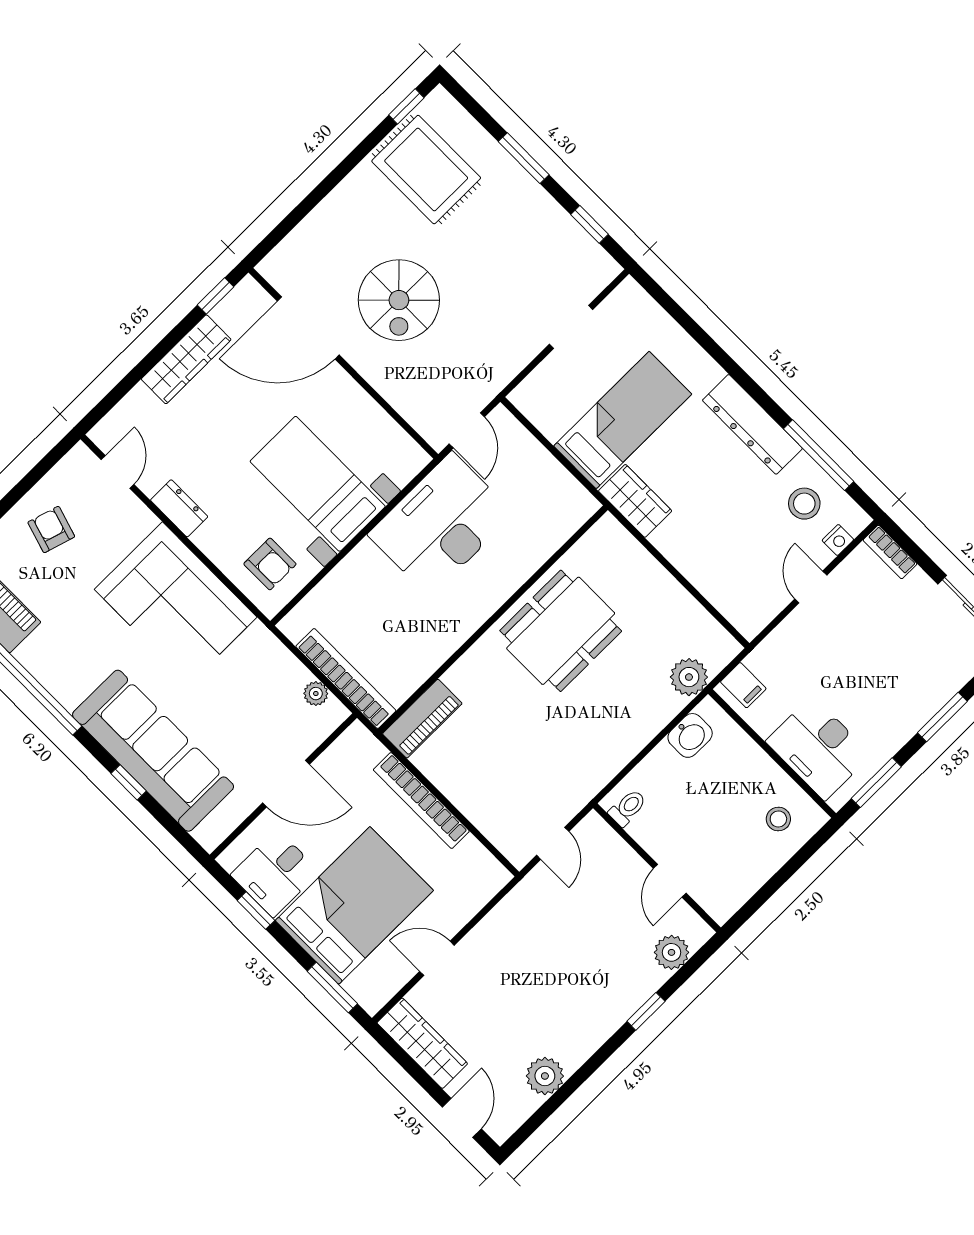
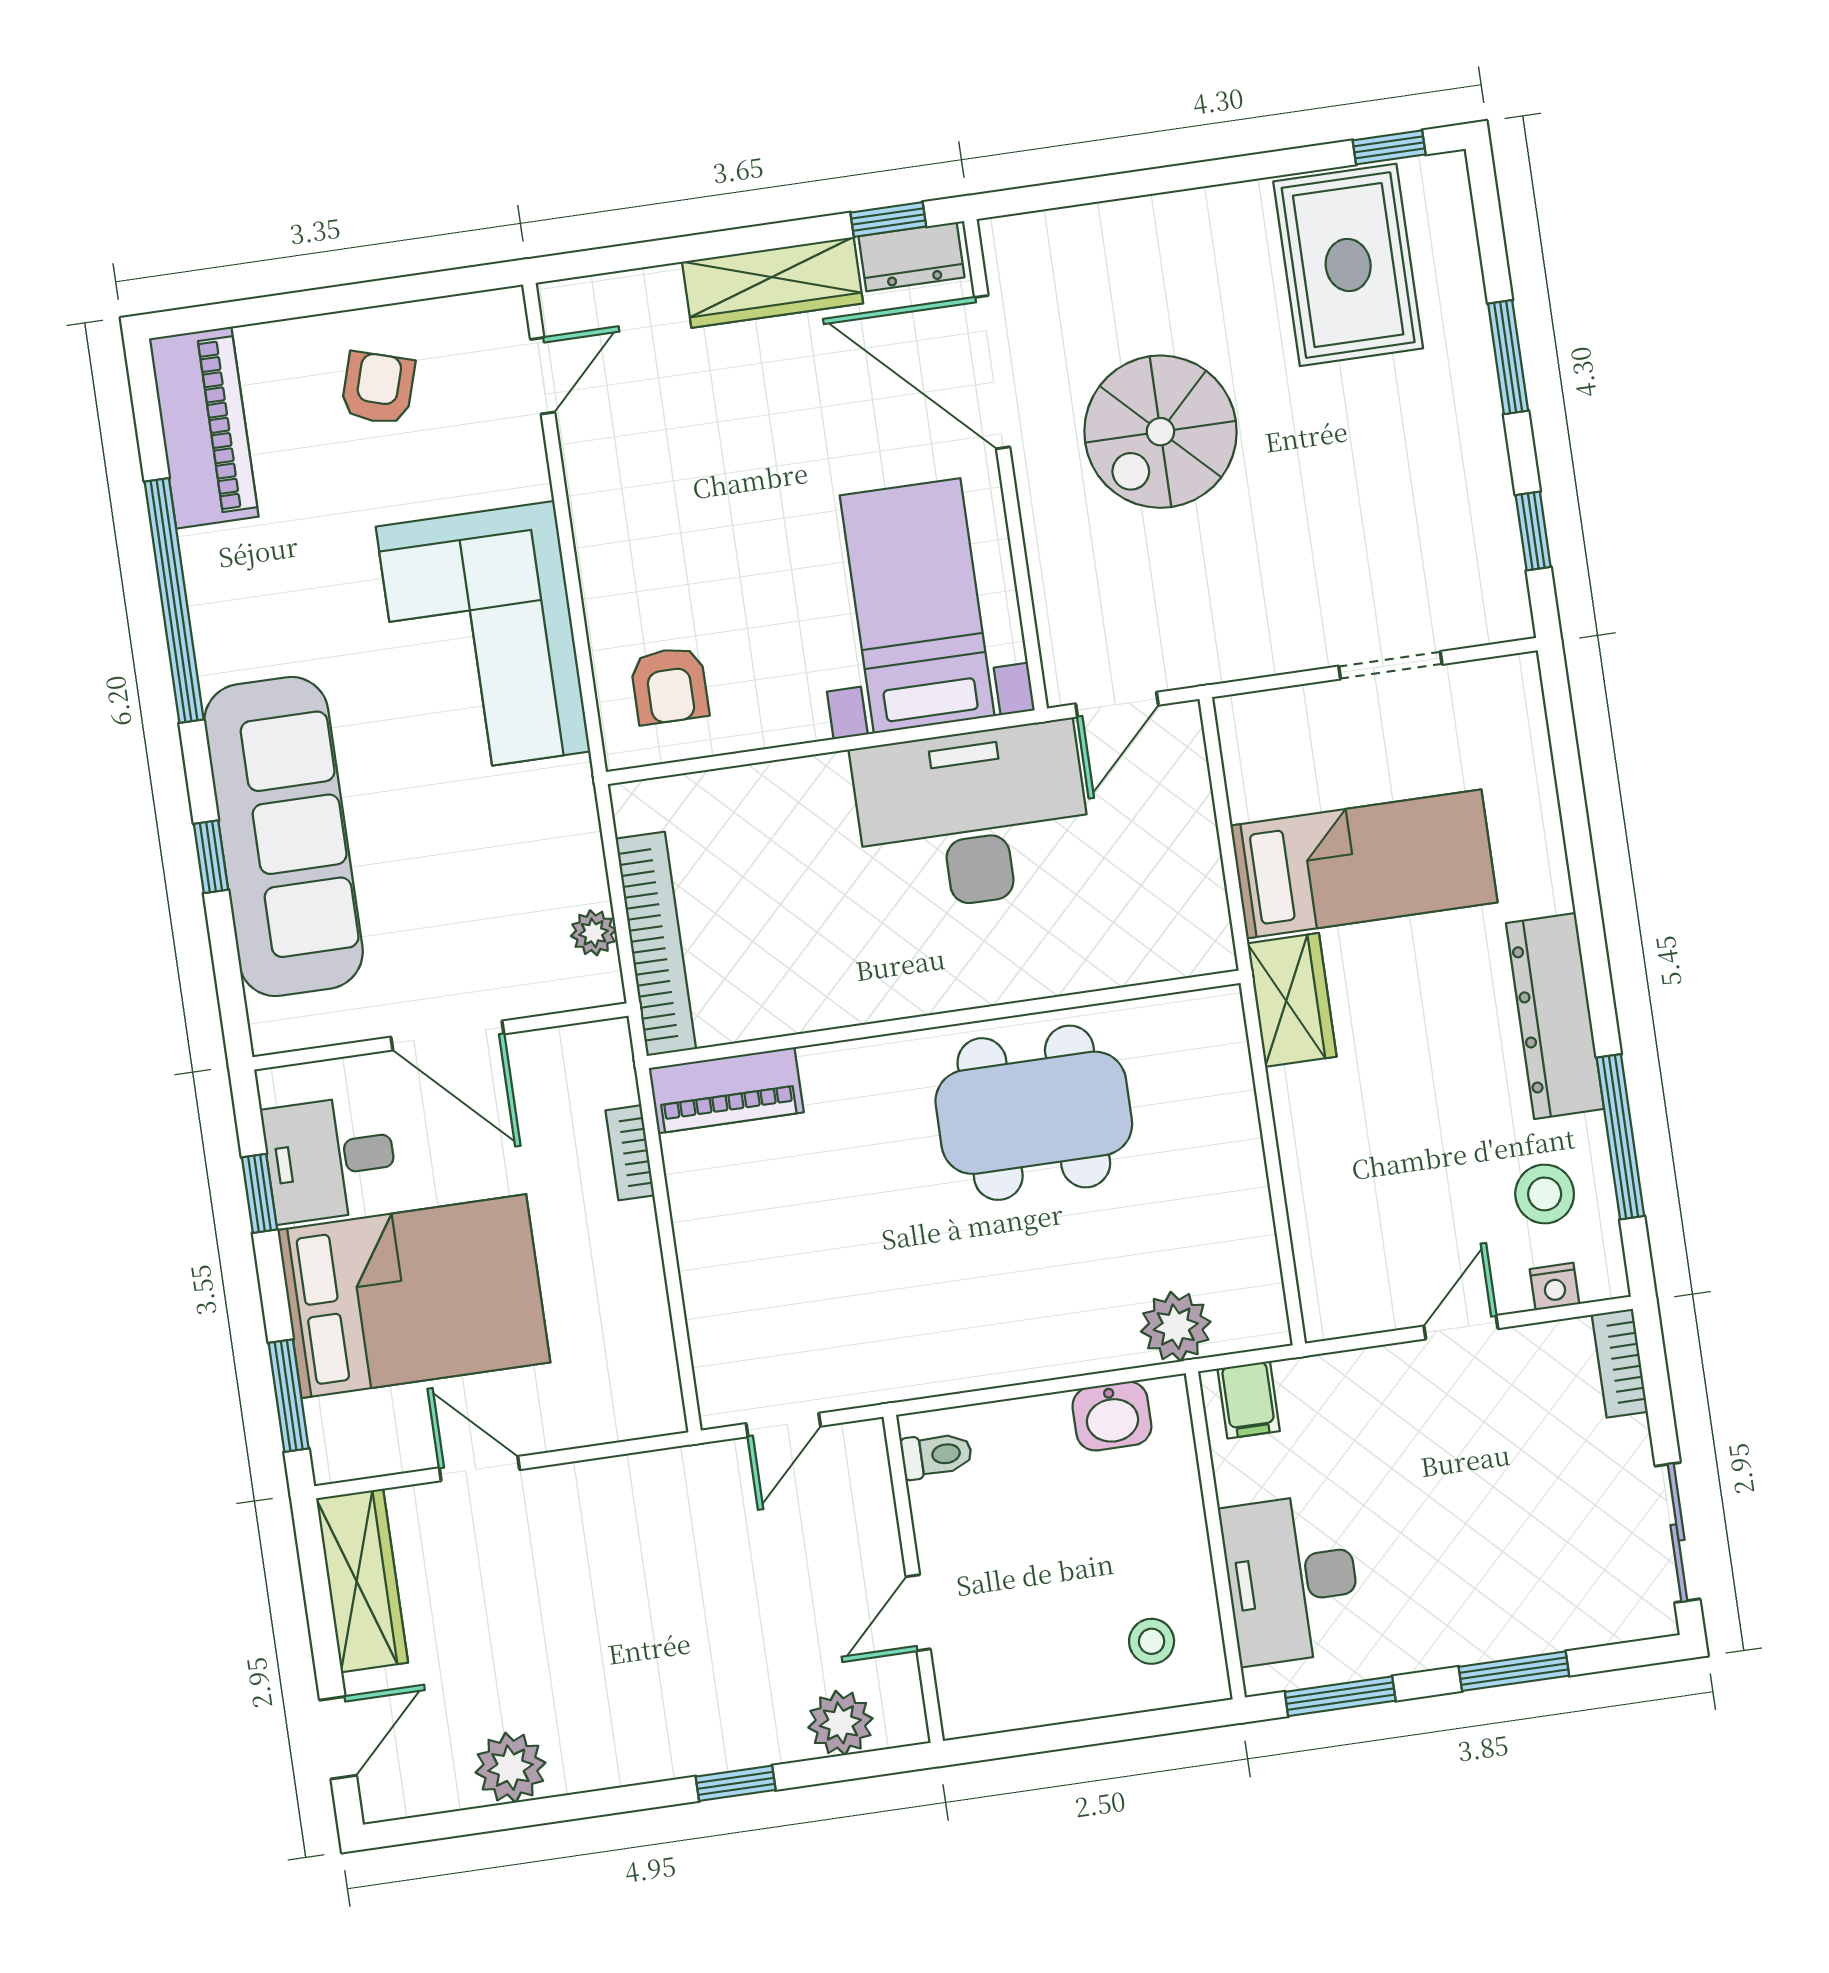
bed with nightstands: (318, 484) -> (917, 606), moved
dresser: (179, 508) -> (912, 257), moved, turned 90
bookcase: (421, 800) -> (630, 1153), width x0.43, depth x0.76

